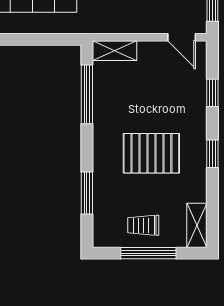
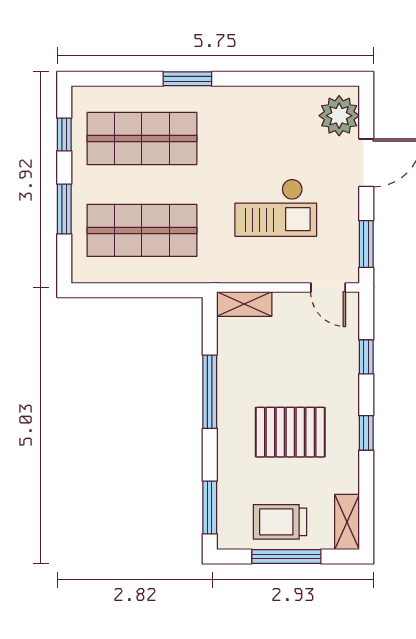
window: (87, 94) -> (210, 392), moved
window: (87, 193) -> (210, 507), moved
trolley: (143, 225) -> (280, 522), width x1.36, depth x1.39

